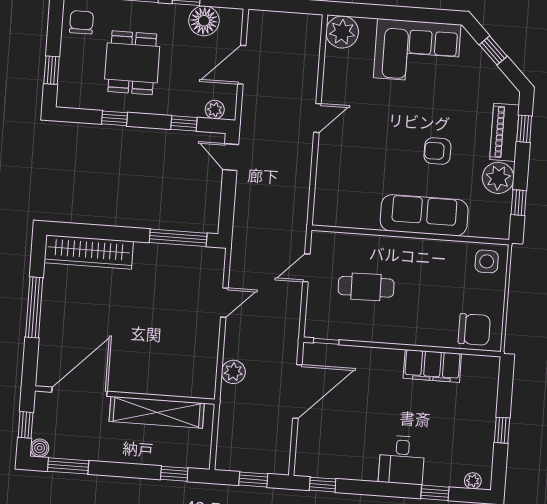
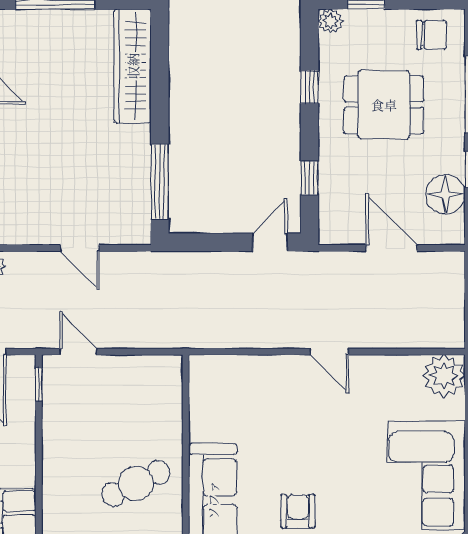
plant: (215, 110) -> (330, 21), moved
door: (306, 268) -> (78, 352), moved
cafe table: (366, 287) -> (136, 483), moved, turned 65

